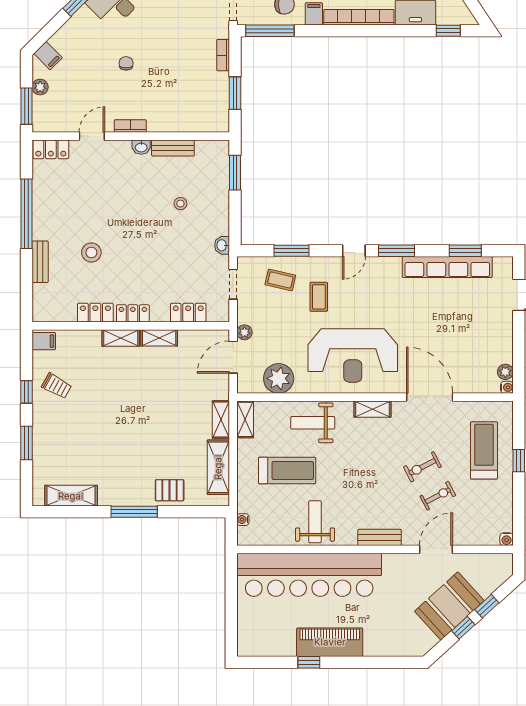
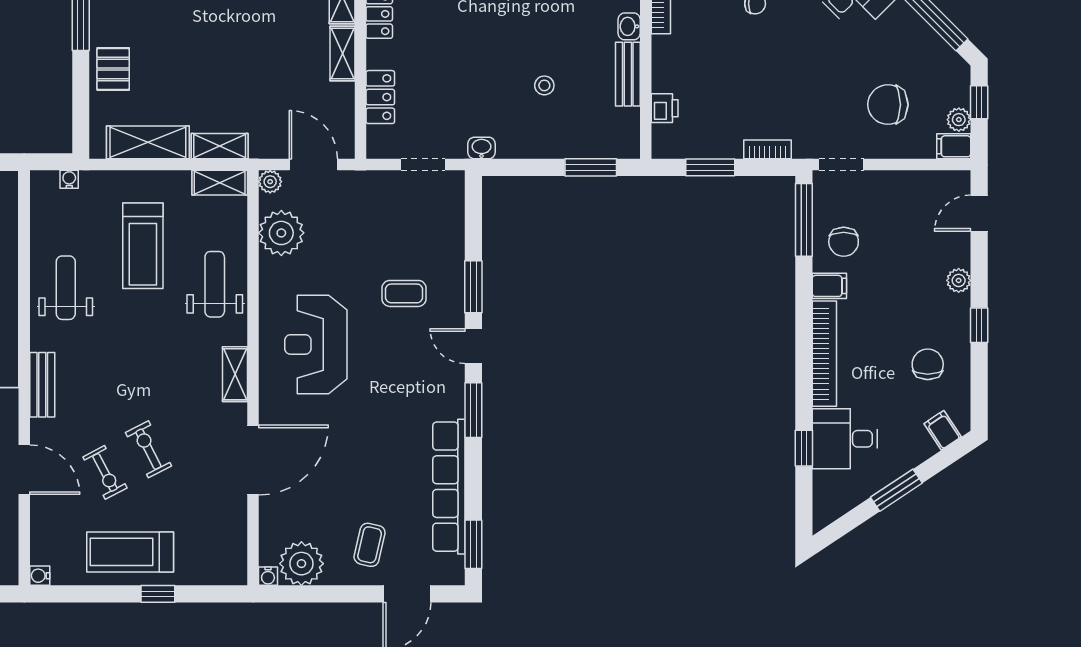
window: (448, 31) -> (804, 448), moved
printer: (196, 124) -> (665, 108), added
window: (292, 251) -> (473, 287), moved
window: (465, 251) -> (473, 544), moved
coffee table: (280, 280) -> (370, 545), moved
plant: (244, 332) -> (270, 182), moved
reception desk: (353, 355) -> (316, 344), width x0.74, depth x0.77
plant: (505, 372) -> (301, 564), width x1.87, depth x1.87
treadmill: (484, 450) -> (130, 552), moved, turned 180
weight bench: (315, 522) -> (66, 288), turned -90

